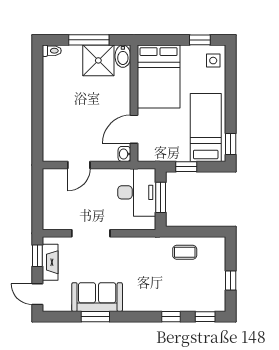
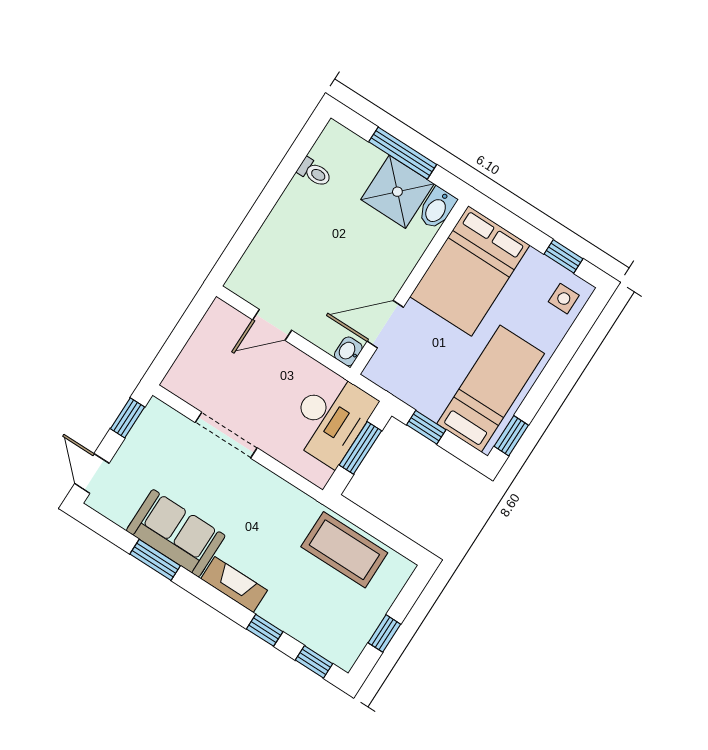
toilet: (52, 51) -> (314, 172), moved
coffee table: (185, 252) -> (344, 550), width x1.86, depth x1.72
fireplace: (50, 262) -> (234, 585), moved, turned -90

